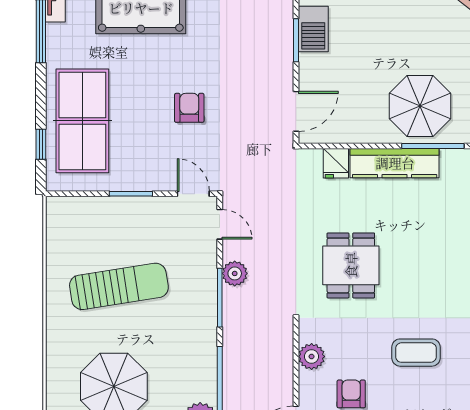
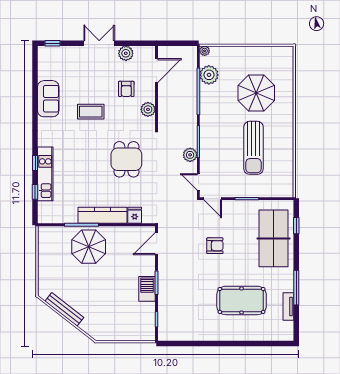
armchair: (189, 108) -> (215, 246), turned -90
sun lounger: (119, 286) -> (254, 148), turned -81

